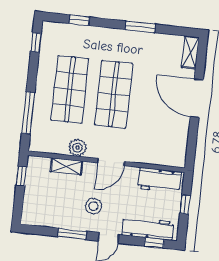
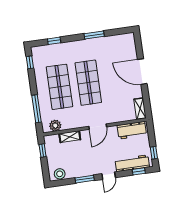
shelving: (190, 52) -> (140, 109), moved
plant: (77, 148) -> (55, 126), moved
window: (185, 204) -> (154, 153), moved
stool: (94, 206) -> (60, 174), moved

